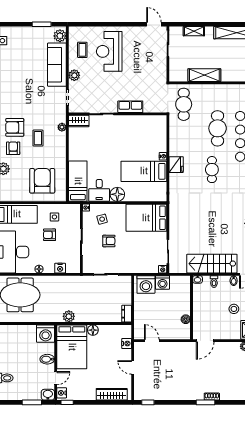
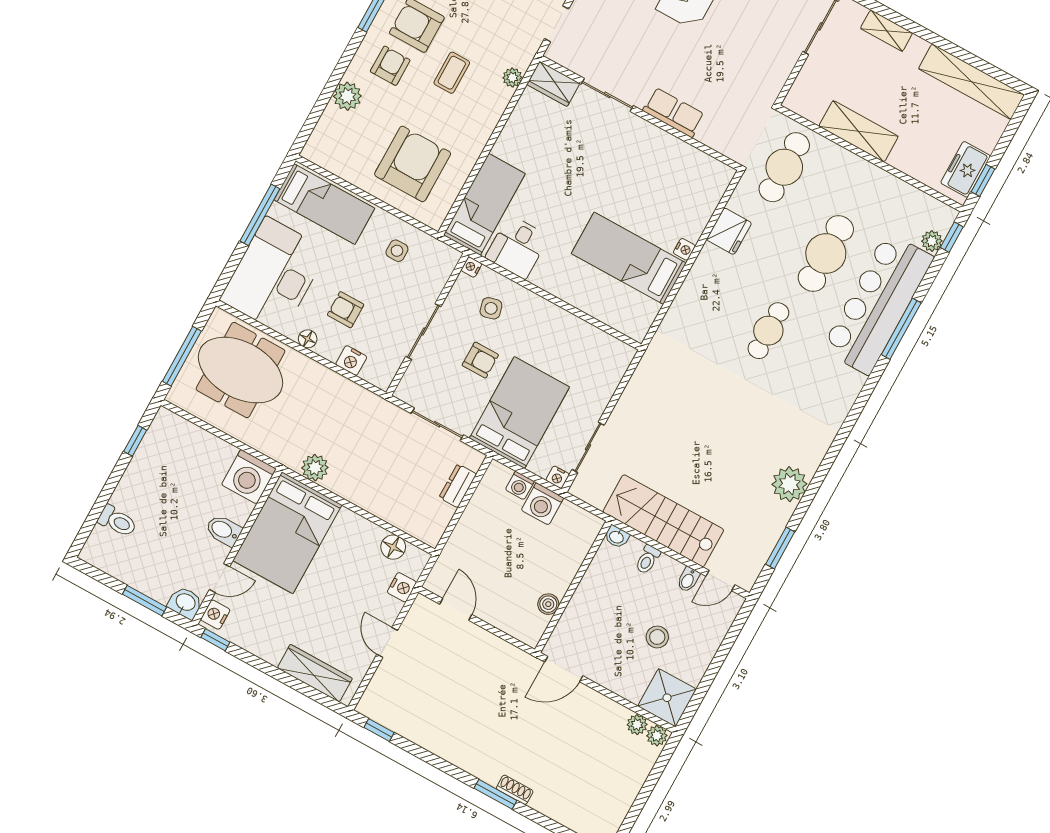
fridge: (176, 165) -> (729, 231), moved
floor lamp: (117, 194) -> (549, 275), removed
bed: (146, 218) -> (519, 413), moved, turned 90
armchair: (49, 235) -> (346, 310), moved
washing machine: (146, 284) -> (520, 486), width x0.53, depth x0.53
dresser: (127, 314) -> (458, 486), moved
floor lamp: (93, 330) -> (393, 547), moved

